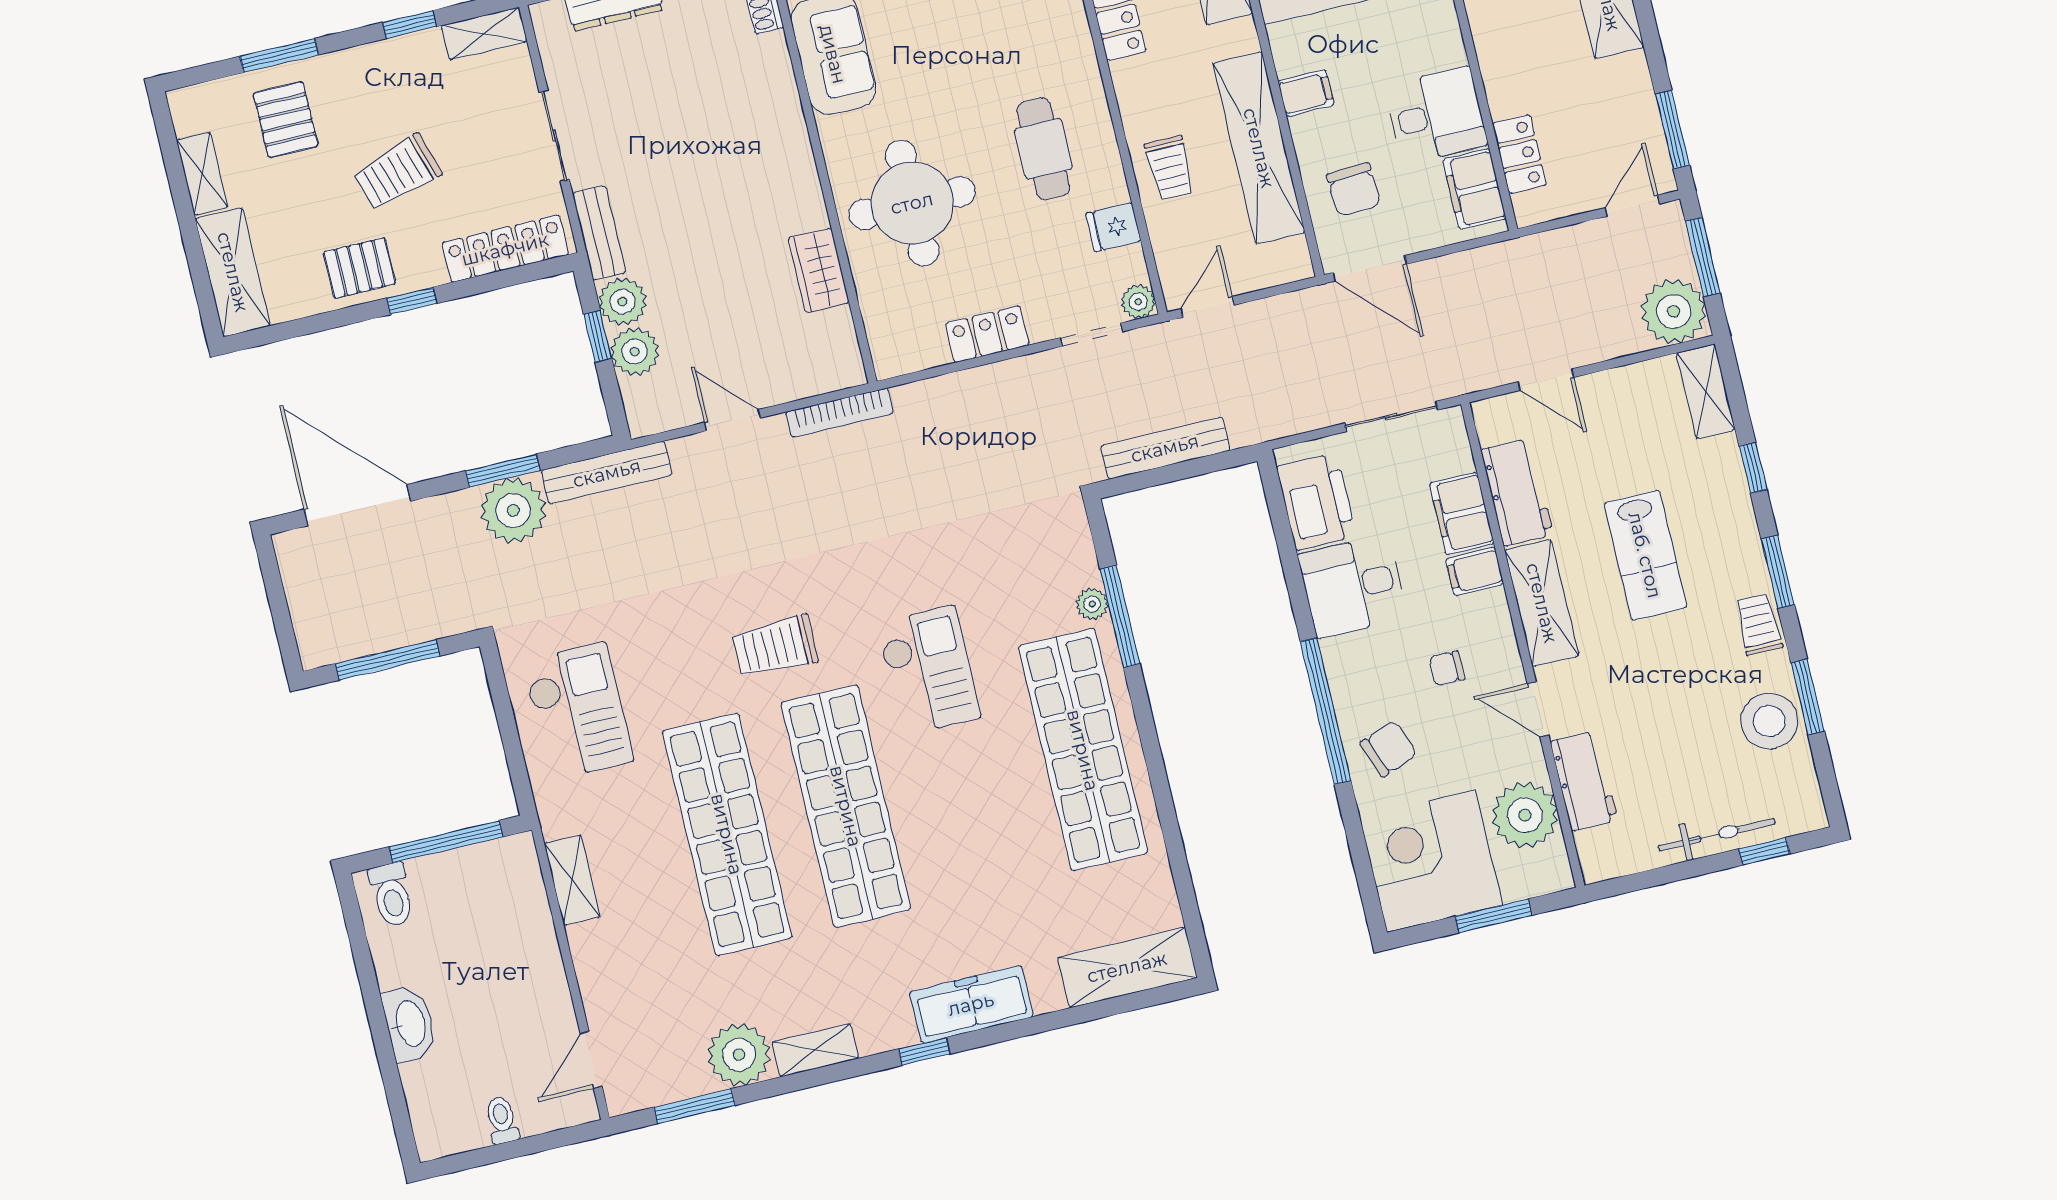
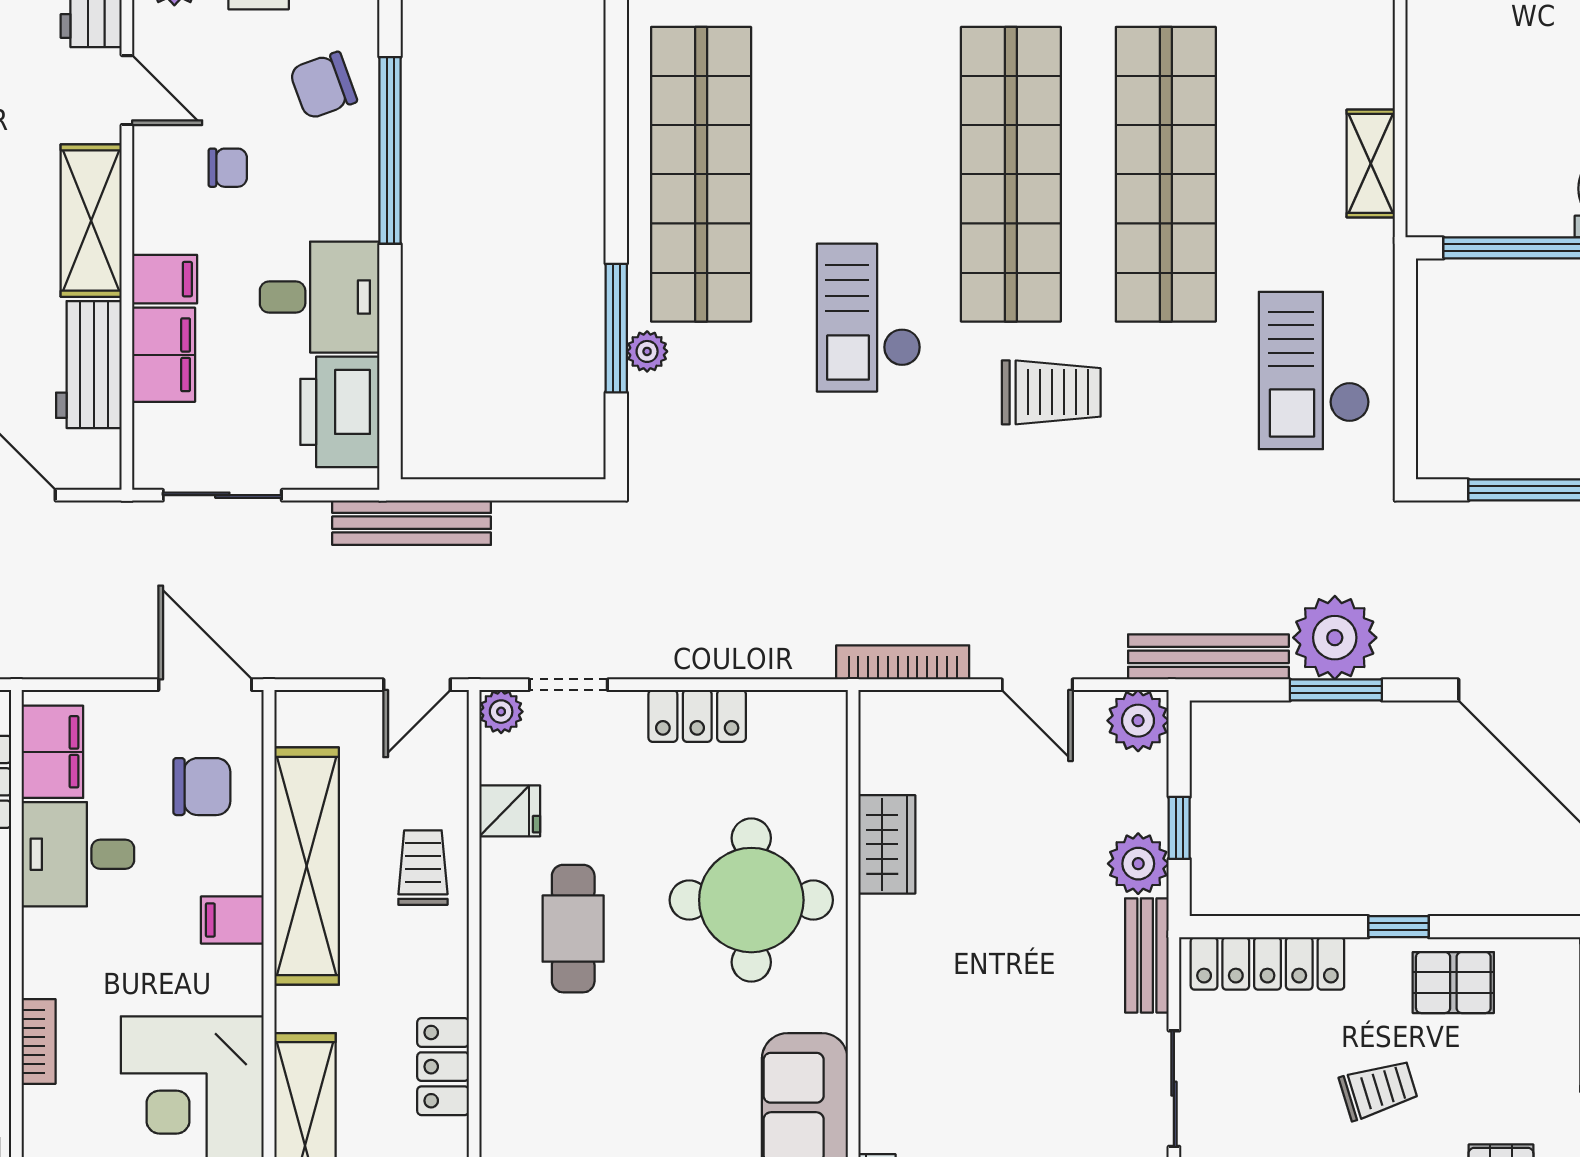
trolley: (397, 172) -> (1378, 1089), width x0.73, depth x0.72
chair: (1354, 190) -> (202, 787), turned 93
plant: (635, 352) -> (1138, 721), moved
bench: (1165, 448) -> (412, 523), moved

